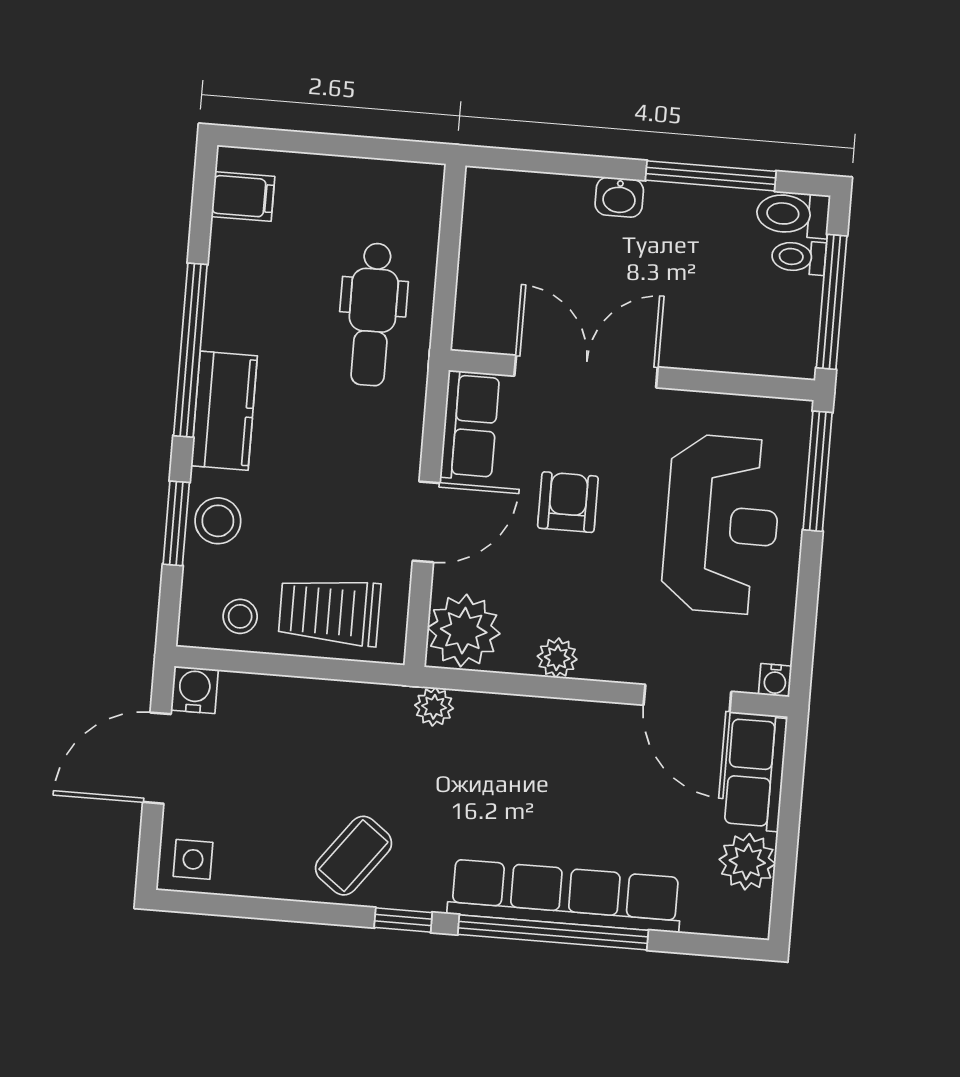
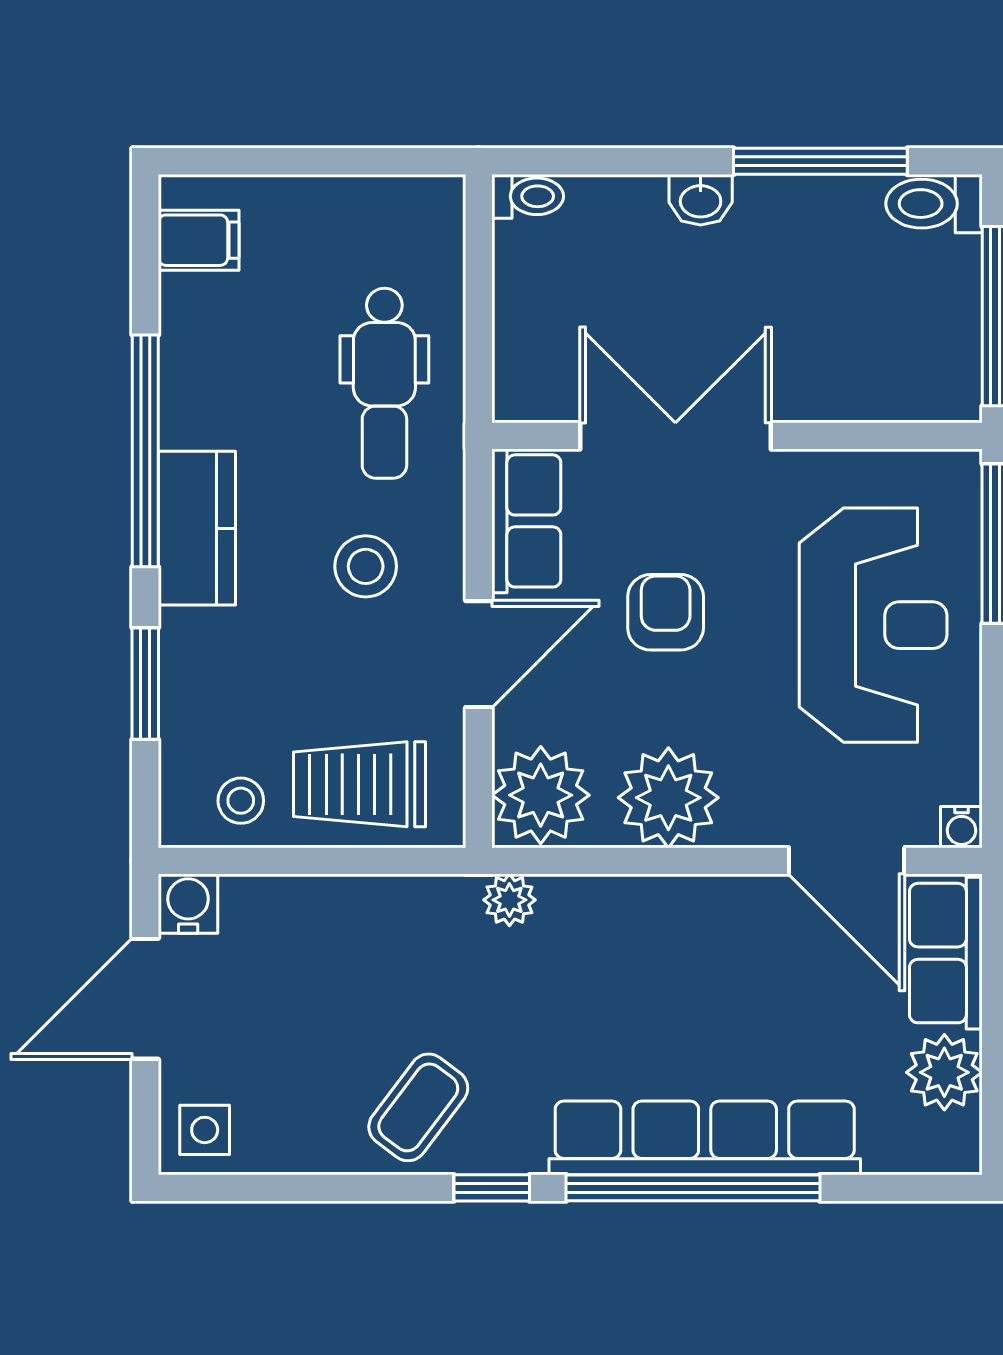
toilet: (799, 257) -> (528, 196), moved, turned 180
stool: (218, 521) -> (366, 566), moved
plant: (557, 658) -> (668, 798), width x1.87, depth x1.87

